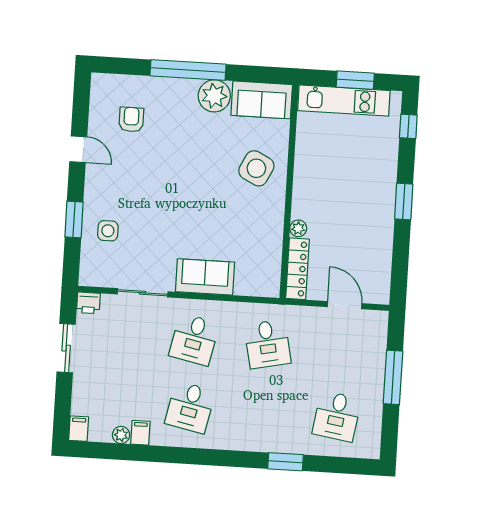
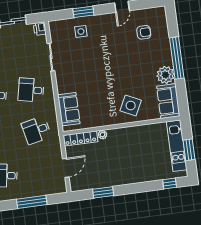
window: (404, 202) -> (103, 192), moved
sofa: (205, 277) -> (69, 109), moved

